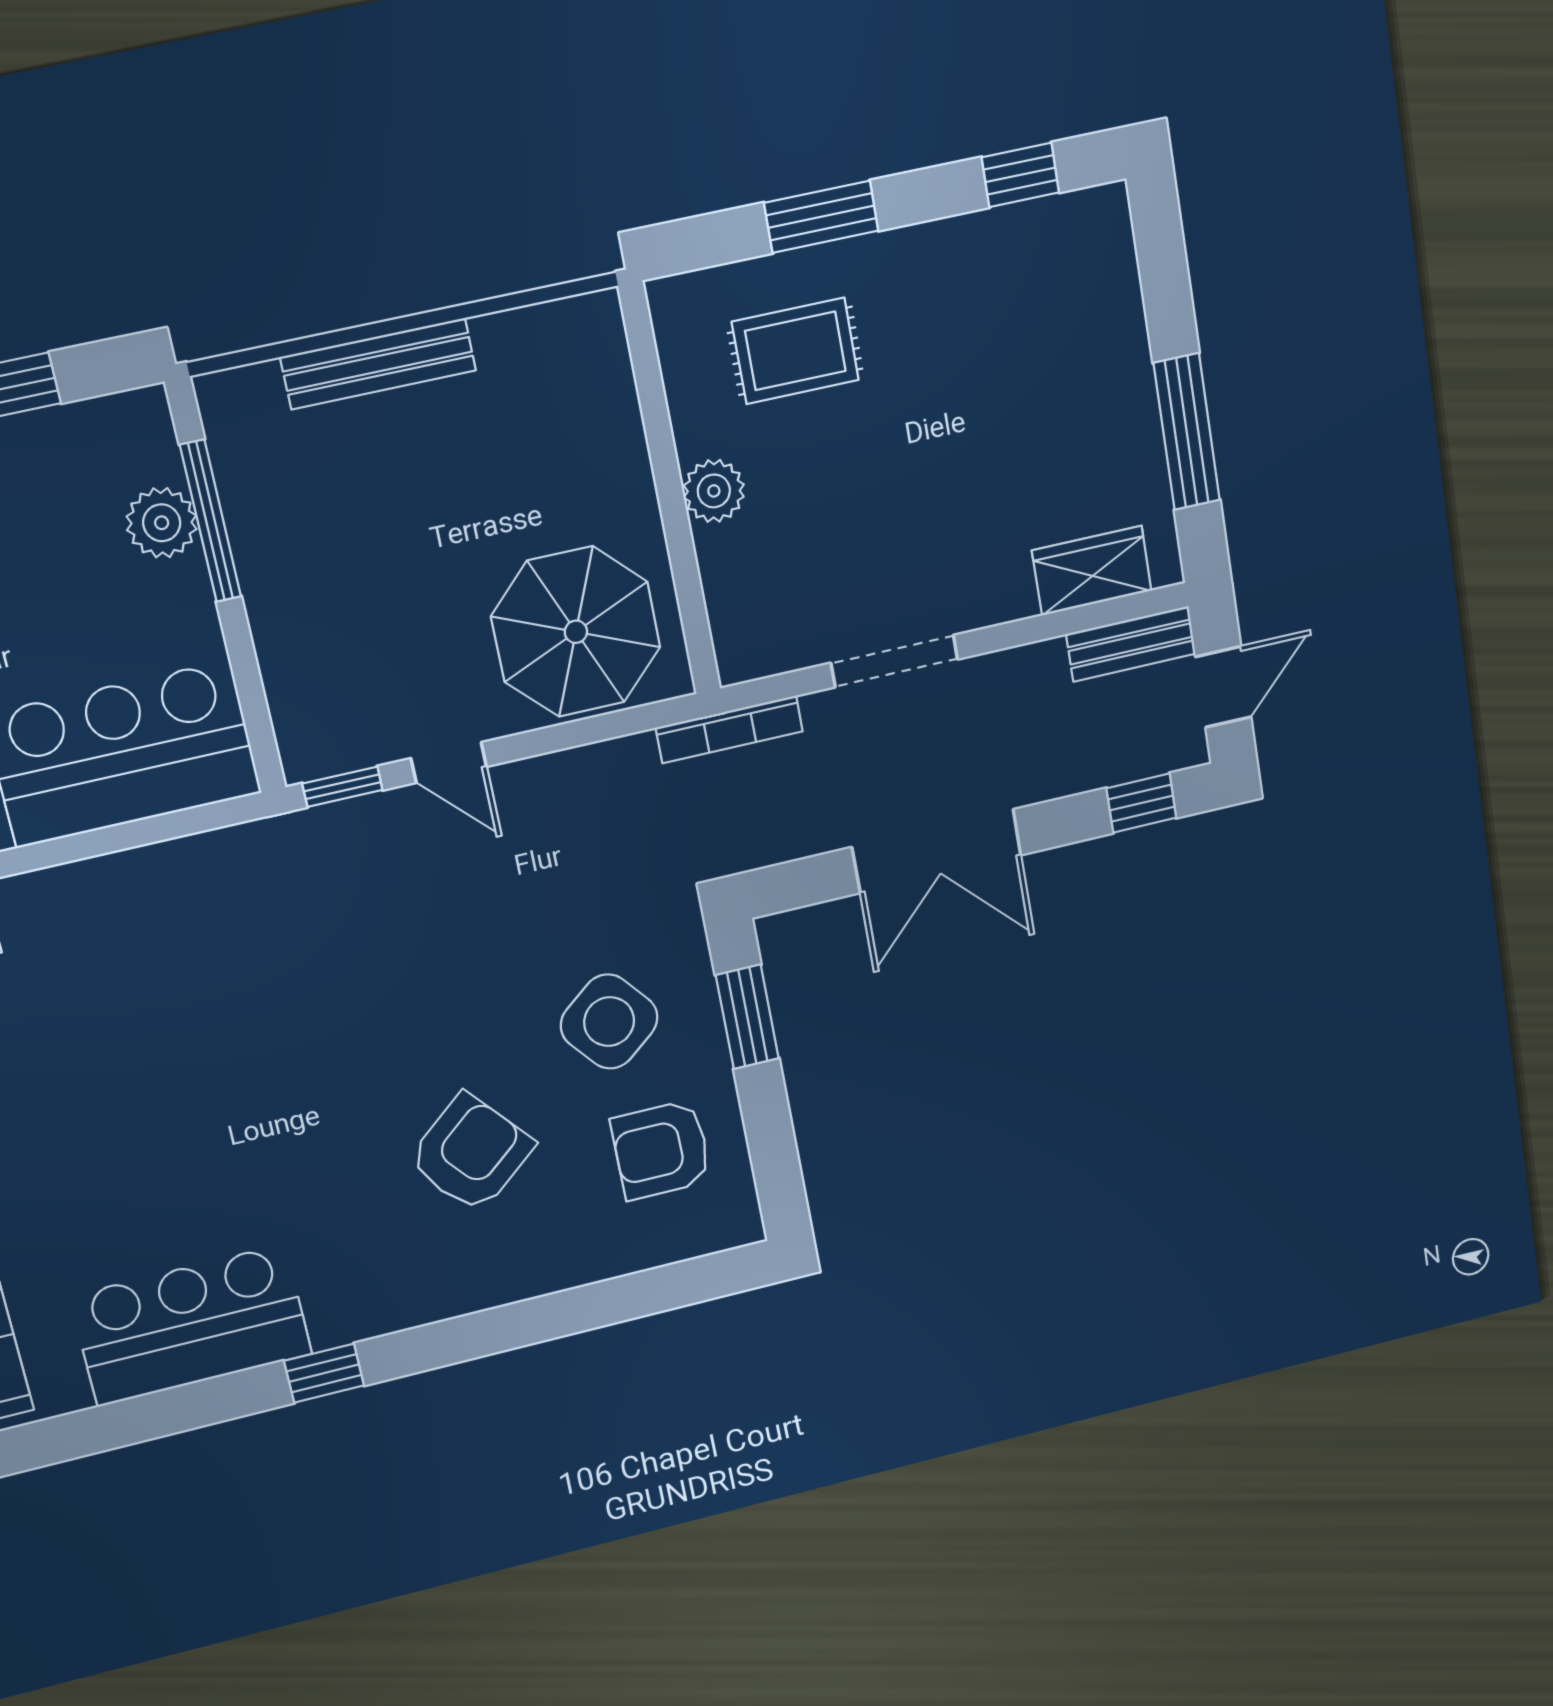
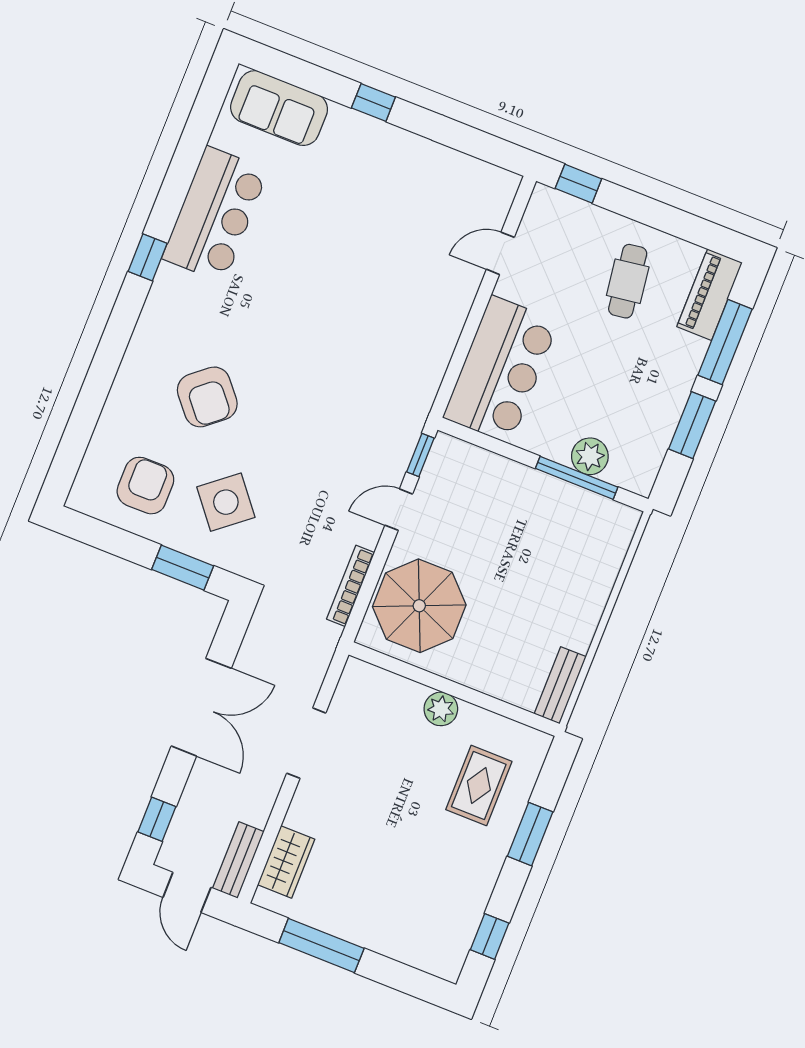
bench: (378, 364) -> (560, 685), moved, width x0.73
bookcase: (729, 729) -> (351, 586), moved
double door: (937, 851) -> (201, 707), swing flipped

